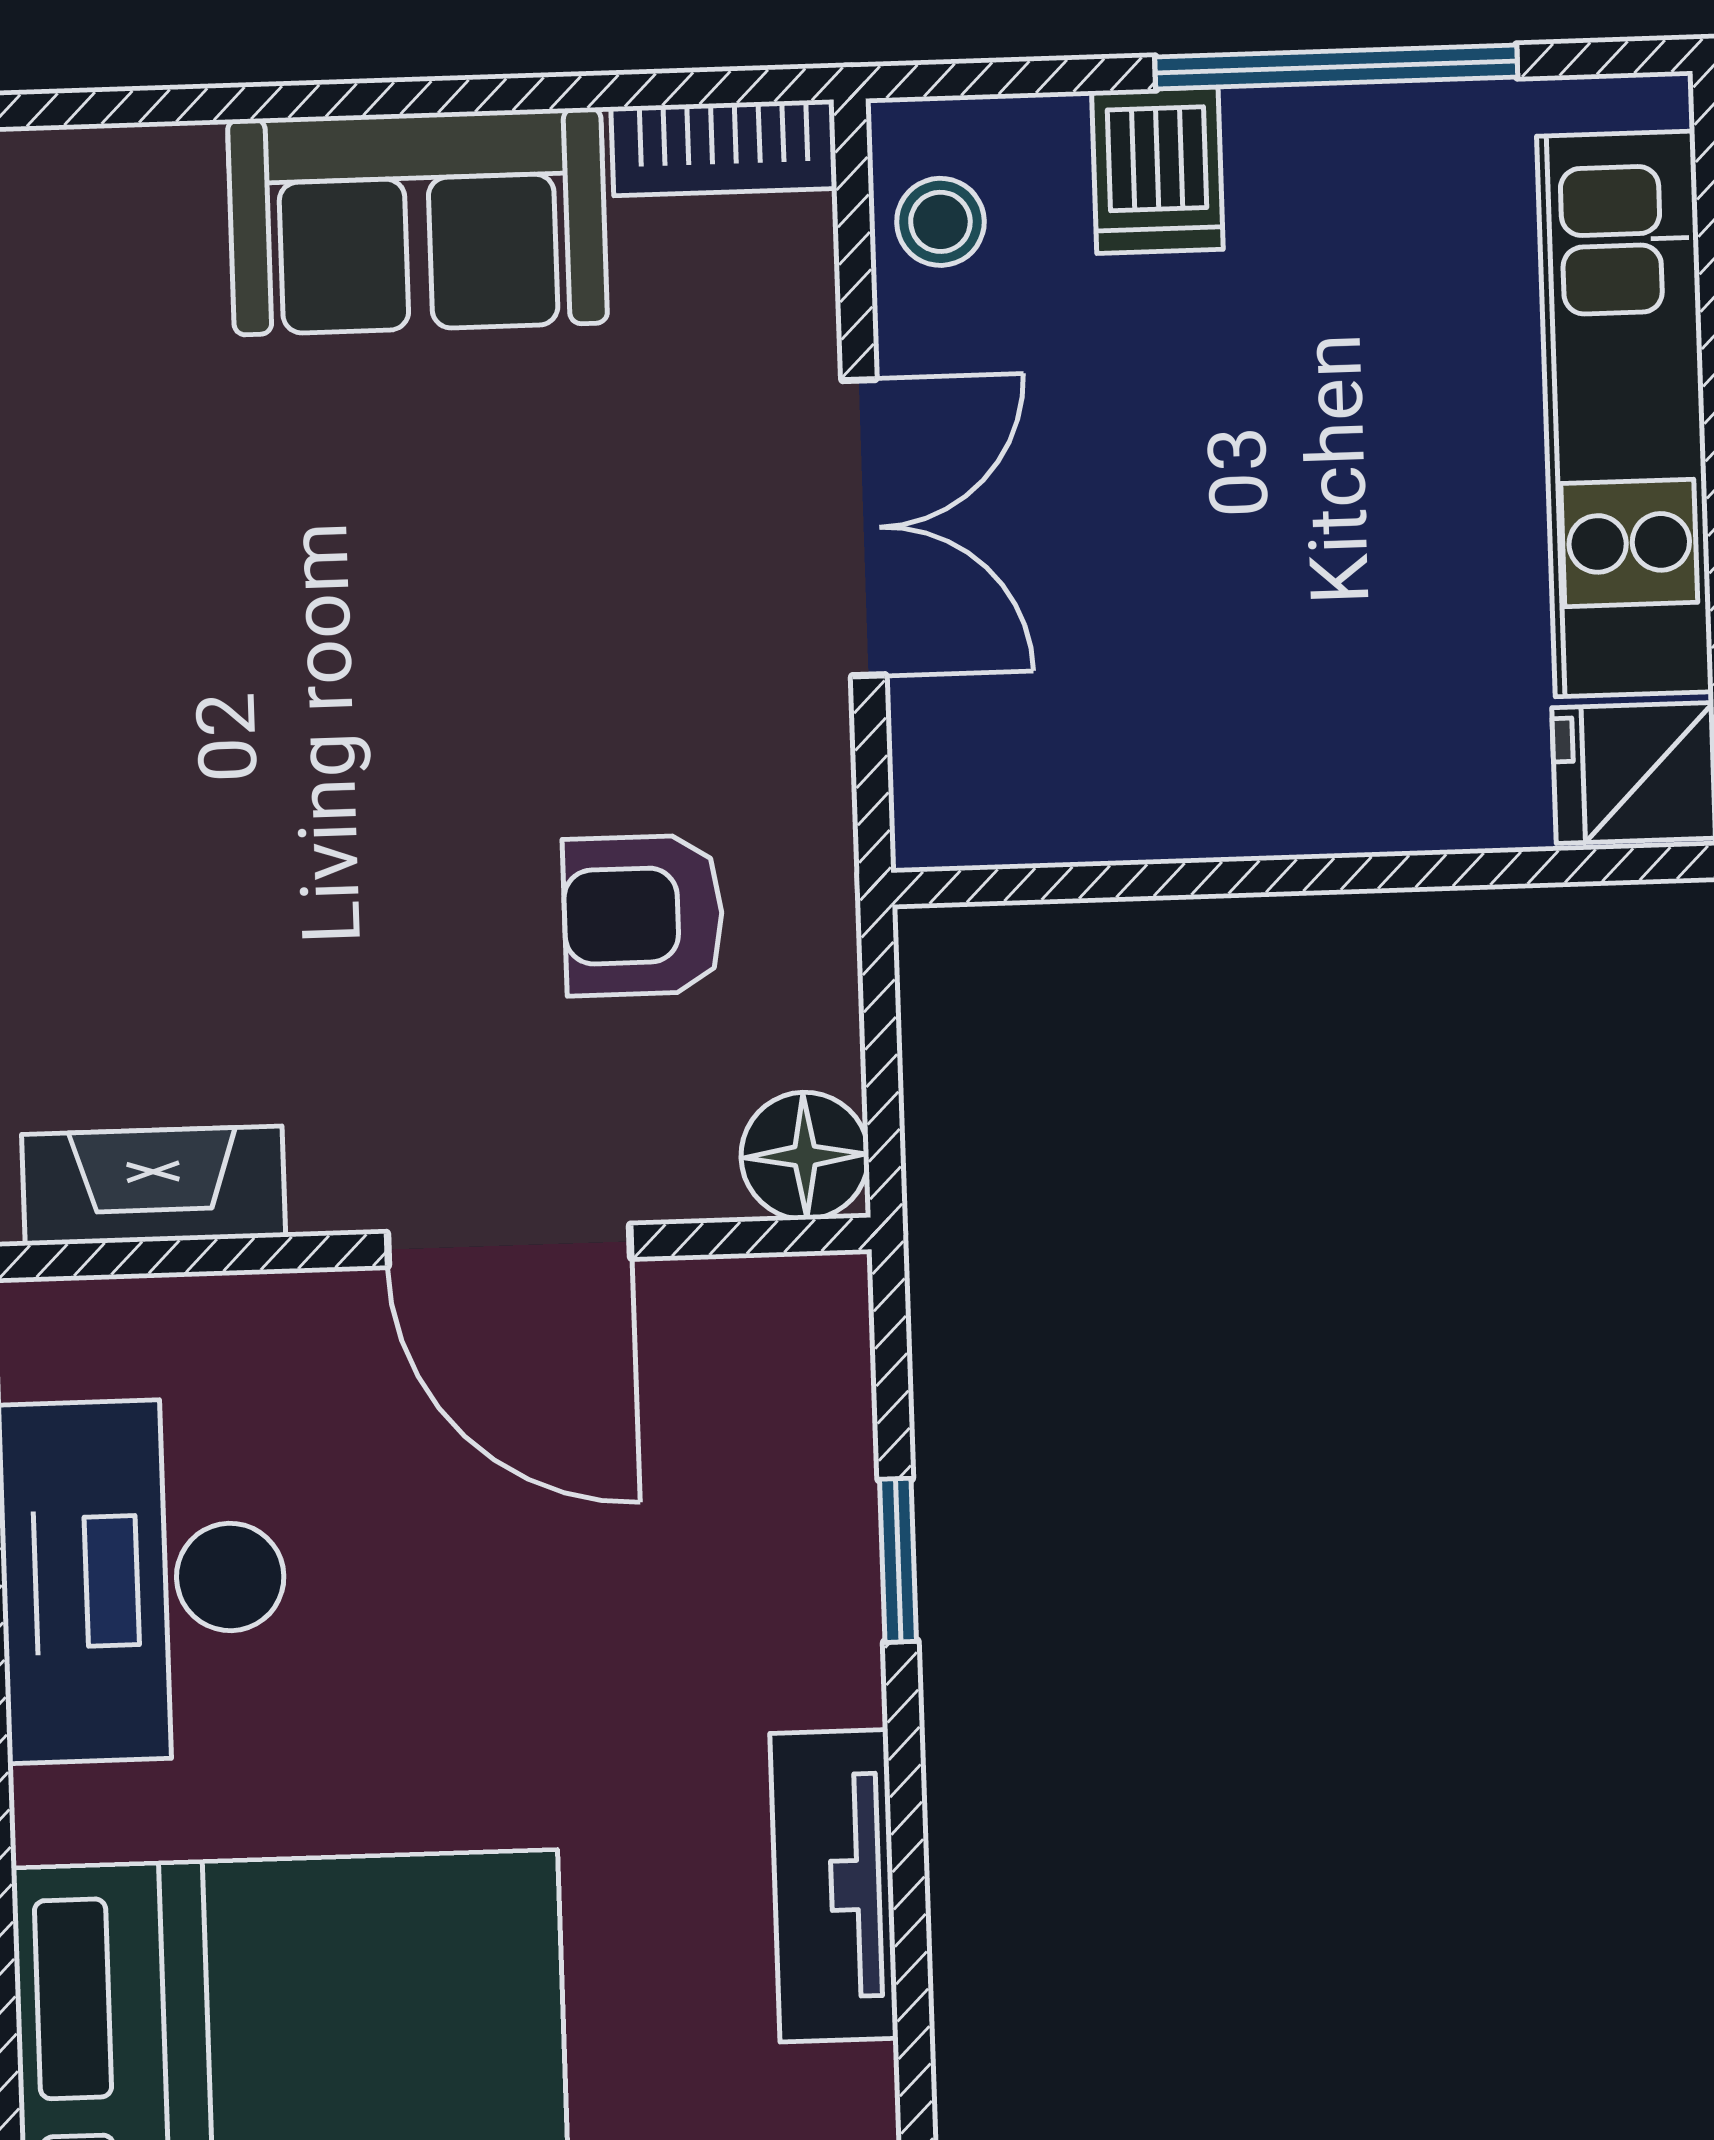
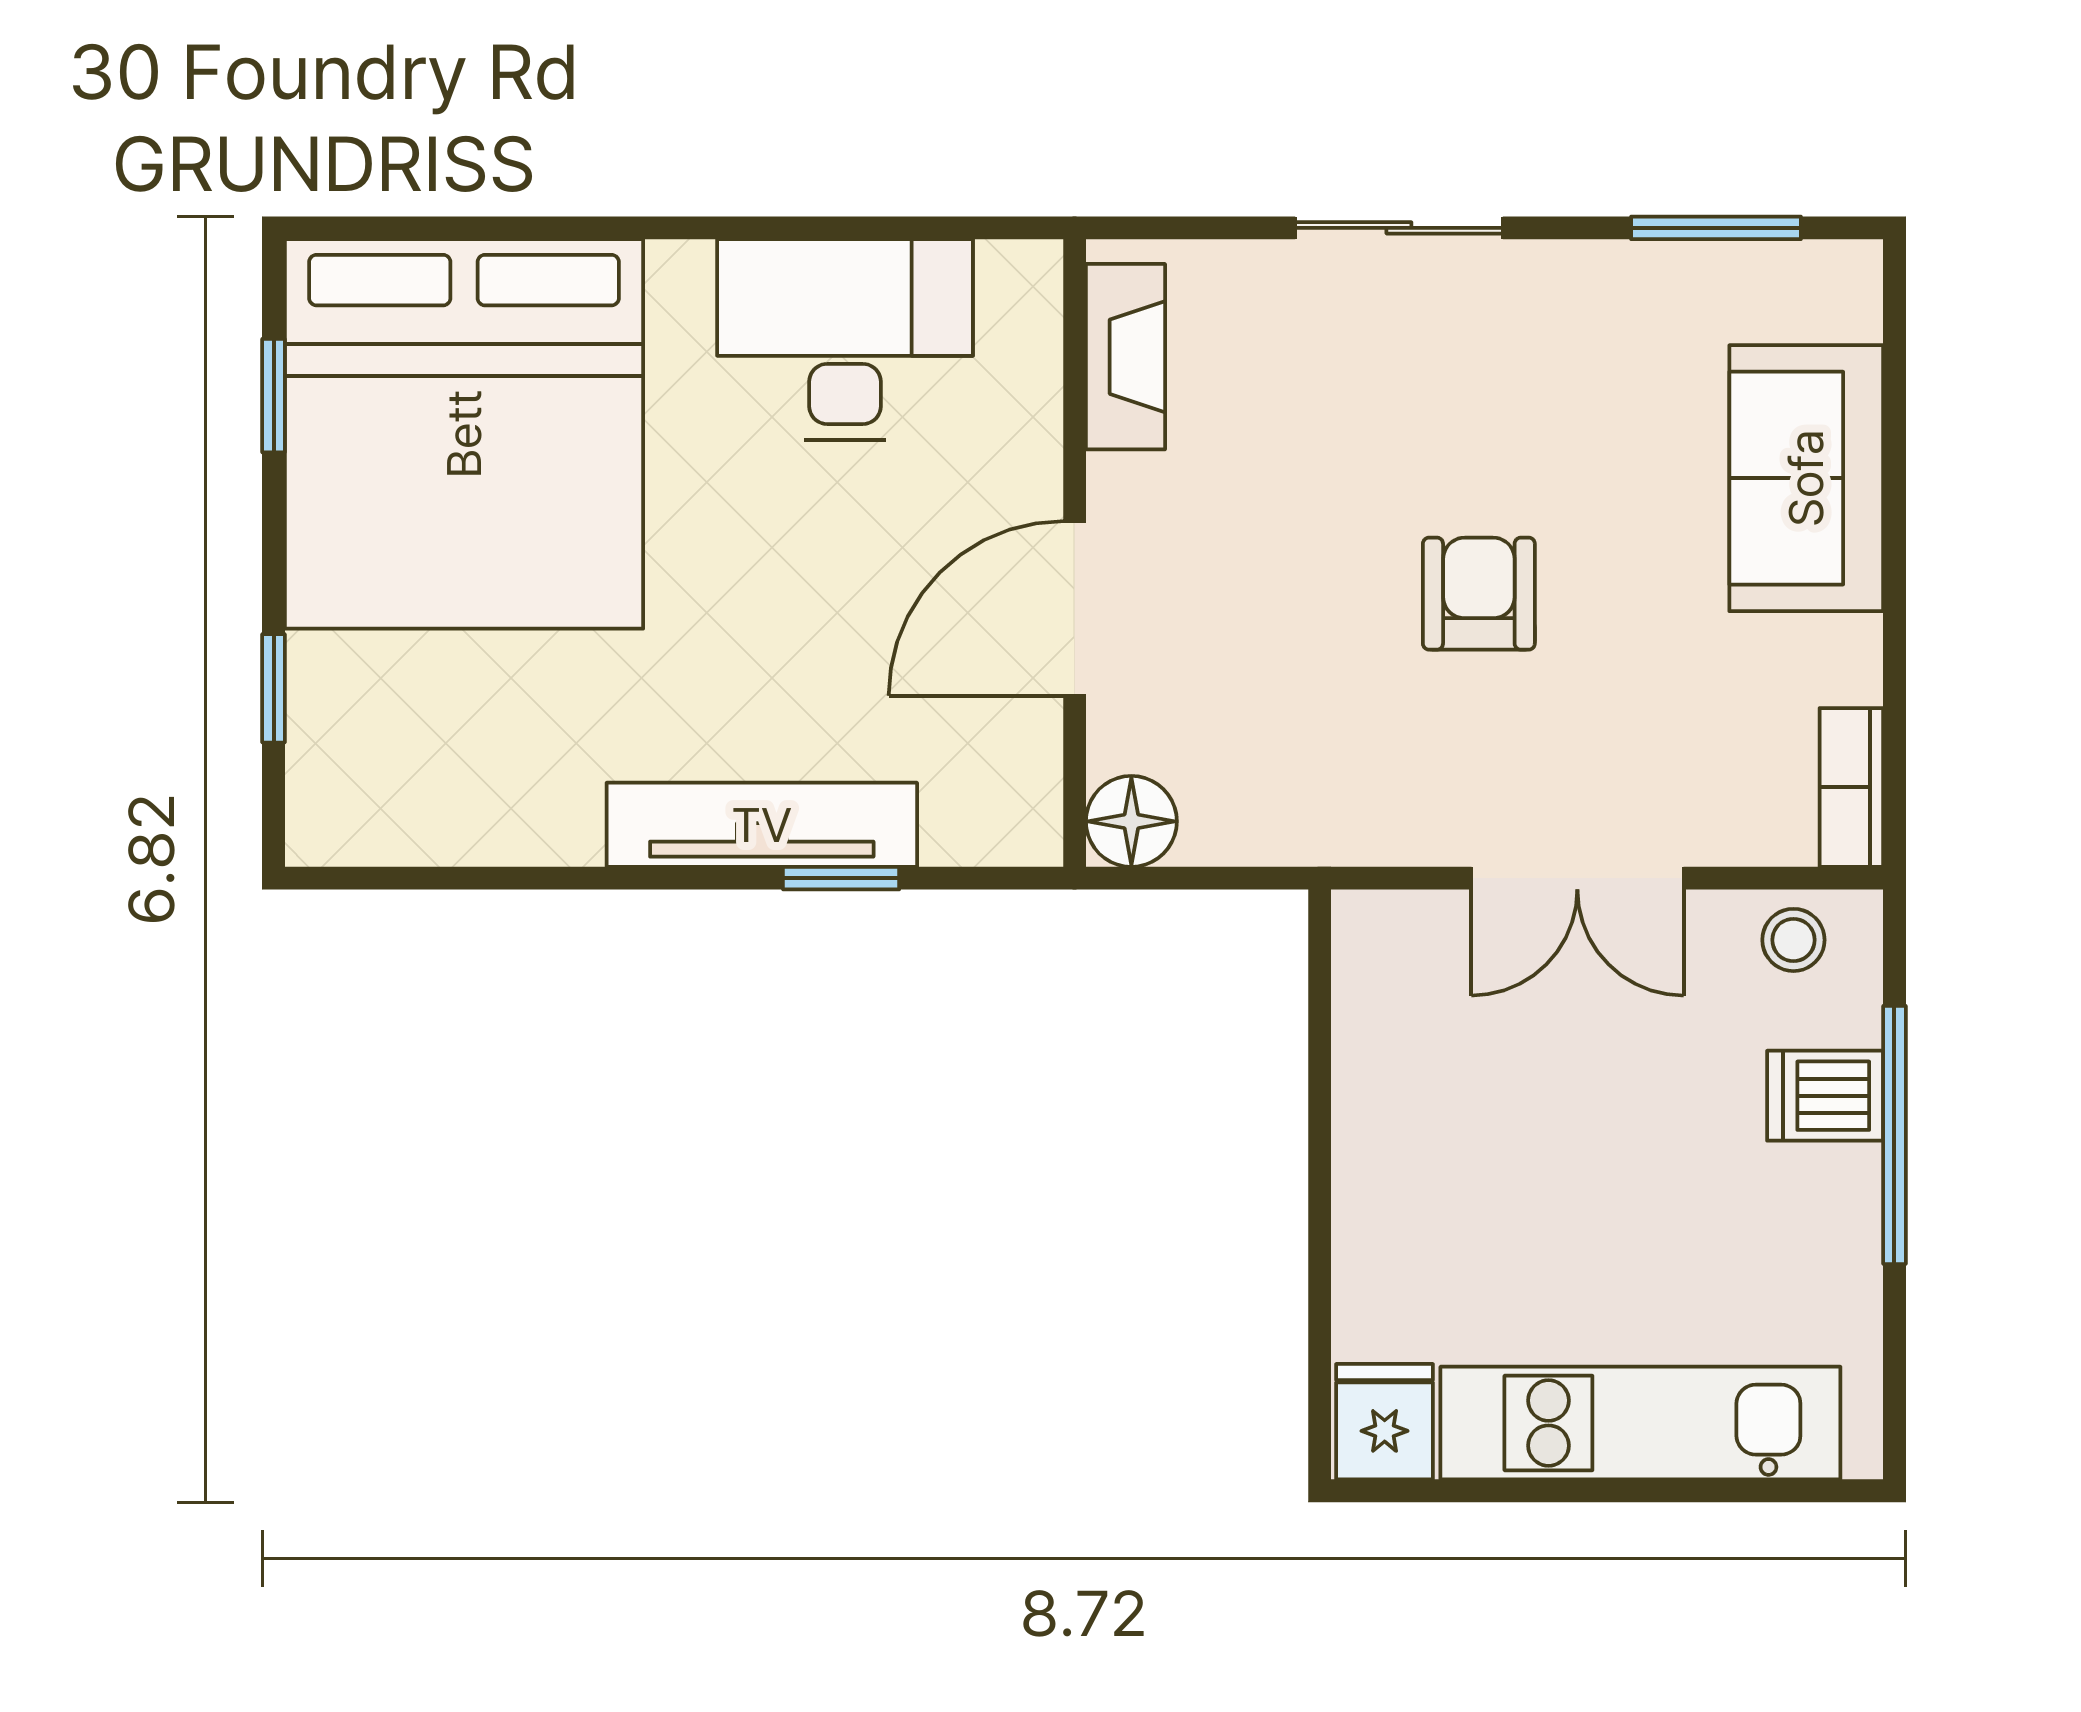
window: (1336, 67) -> (1894, 1135), moved
sofa: (417, 221) -> (1806, 478), moved
armchair: (643, 915) -> (1479, 594), moved
tv unit: (834, 1886) -> (762, 825), moved, width x1.41

